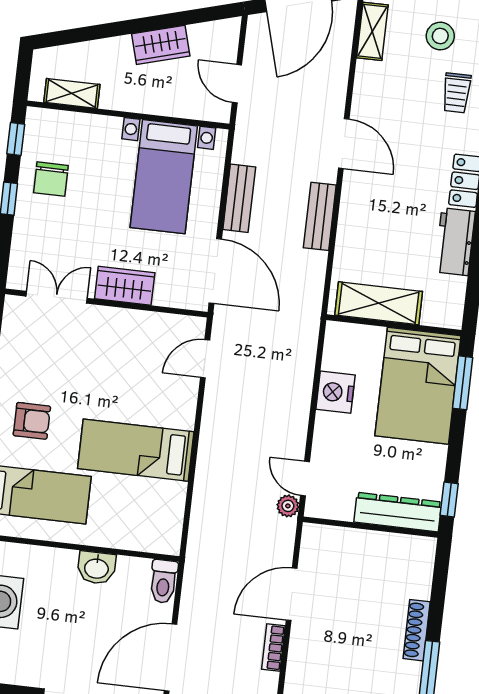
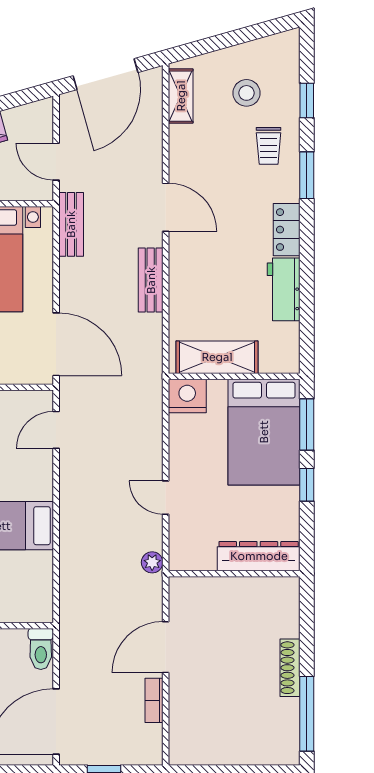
bench: (239, 198) -> (71, 224), moved
nightstand: (335, 392) -> (187, 396), moved, turned 90
door: (305, 479) -> (166, 498), moved
window: (449, 500) -> (307, 485), moved

